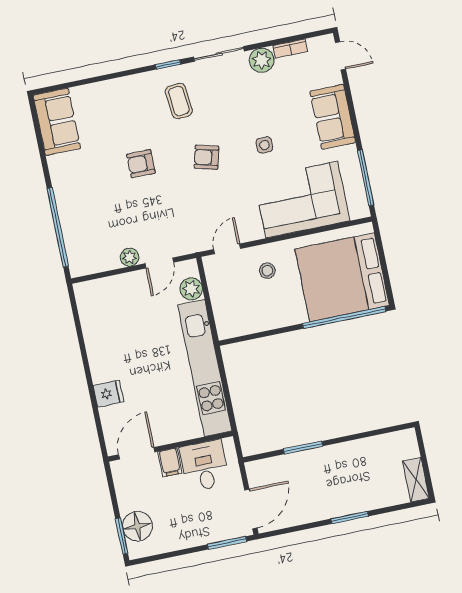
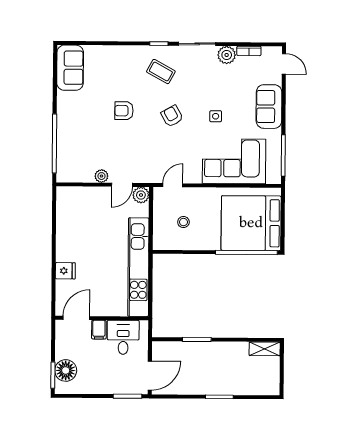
coffee table: (179, 101) -> (161, 72), turned -55
armchair: (206, 157) -> (172, 116), turned 46
stool: (267, 271) -> (183, 222), moved
plant: (191, 289) -> (141, 195), moved
shelving: (416, 480) -> (265, 349), moved, turned 90

